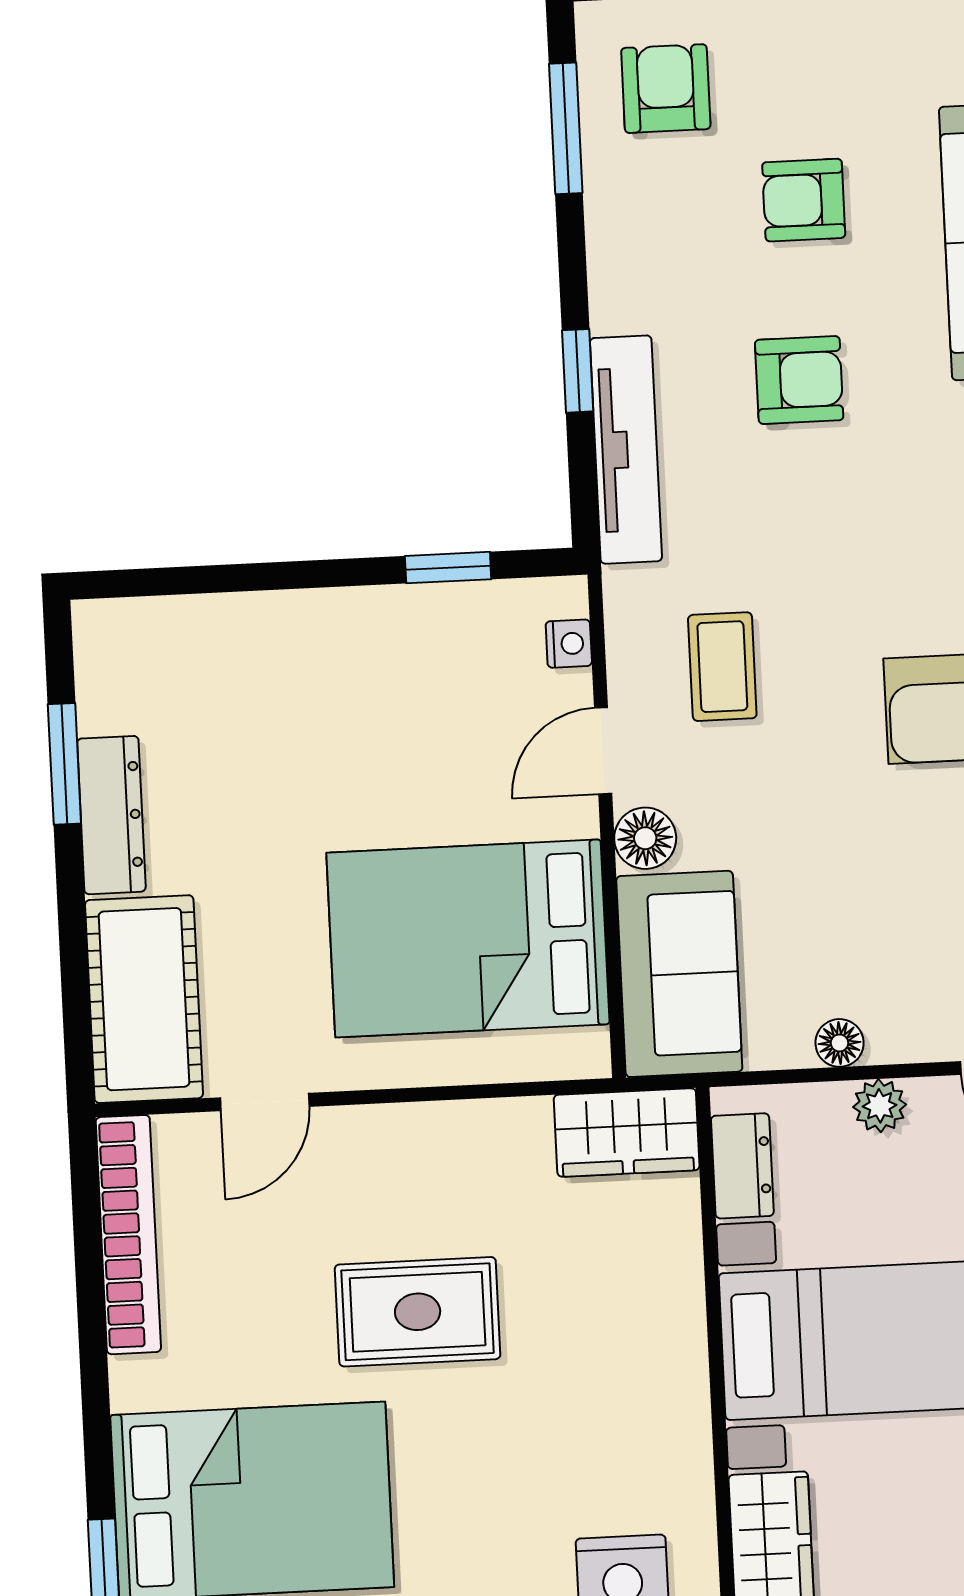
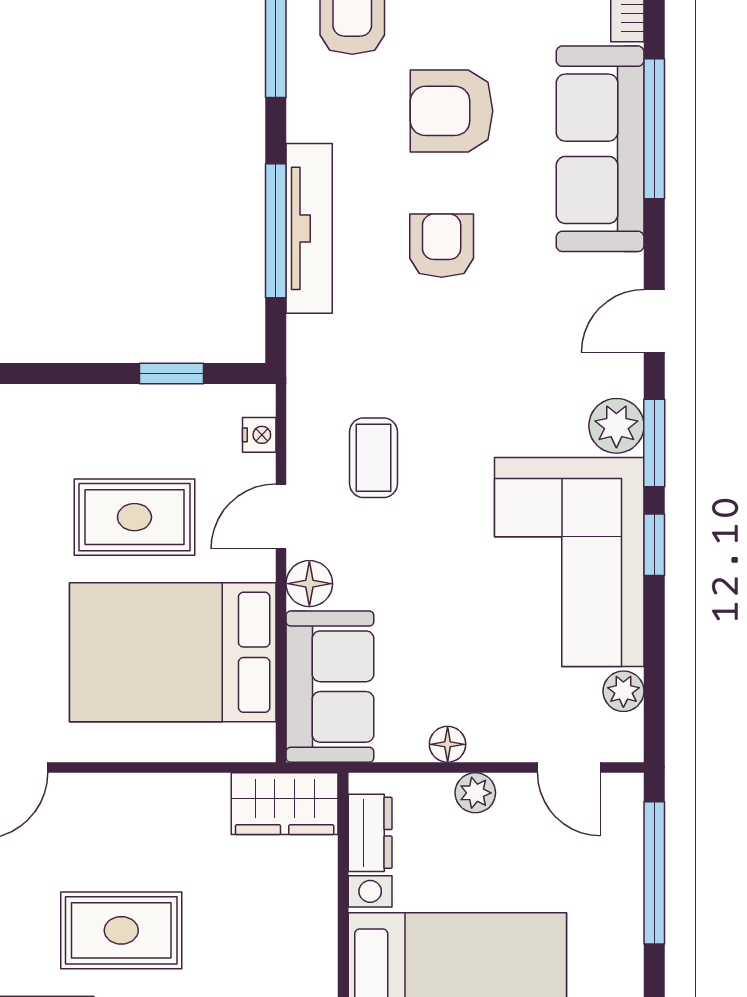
armchair: (804, 200) -> (452, 111), width x1.38, depth x1.38
window: (578, 371) -> (276, 231), width x2.17
armchair: (799, 380) -> (442, 246), turned -90
tv unit: (626, 450) -> (309, 228), moved
rug: (408, 761) -> (134, 517), added

